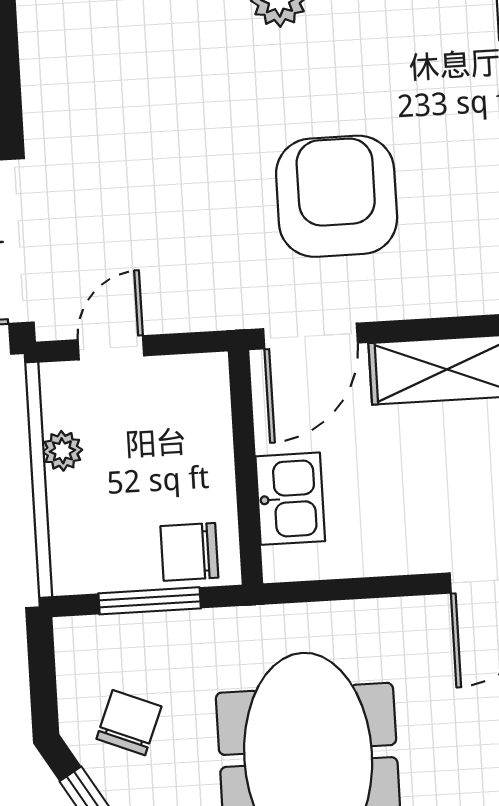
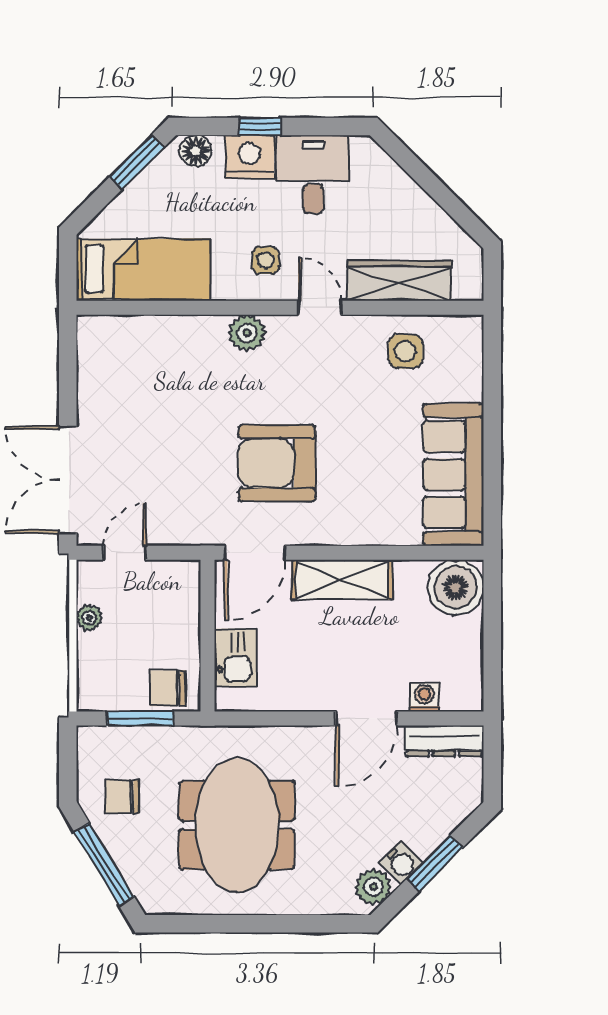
armchair: (337, 196) -> (277, 463), turned -90
chair: (129, 723) -> (122, 797), turned -112

